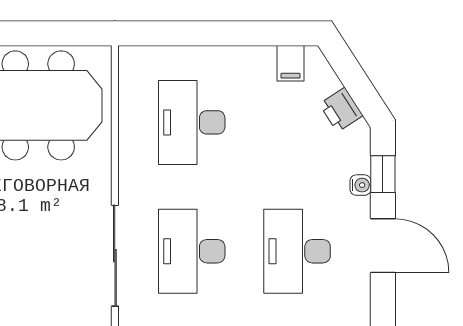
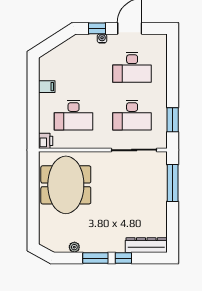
filing cabinet: (291, 63) -> (47, 87), moved
printer: (341, 110) -> (46, 141), moved, turned -57

